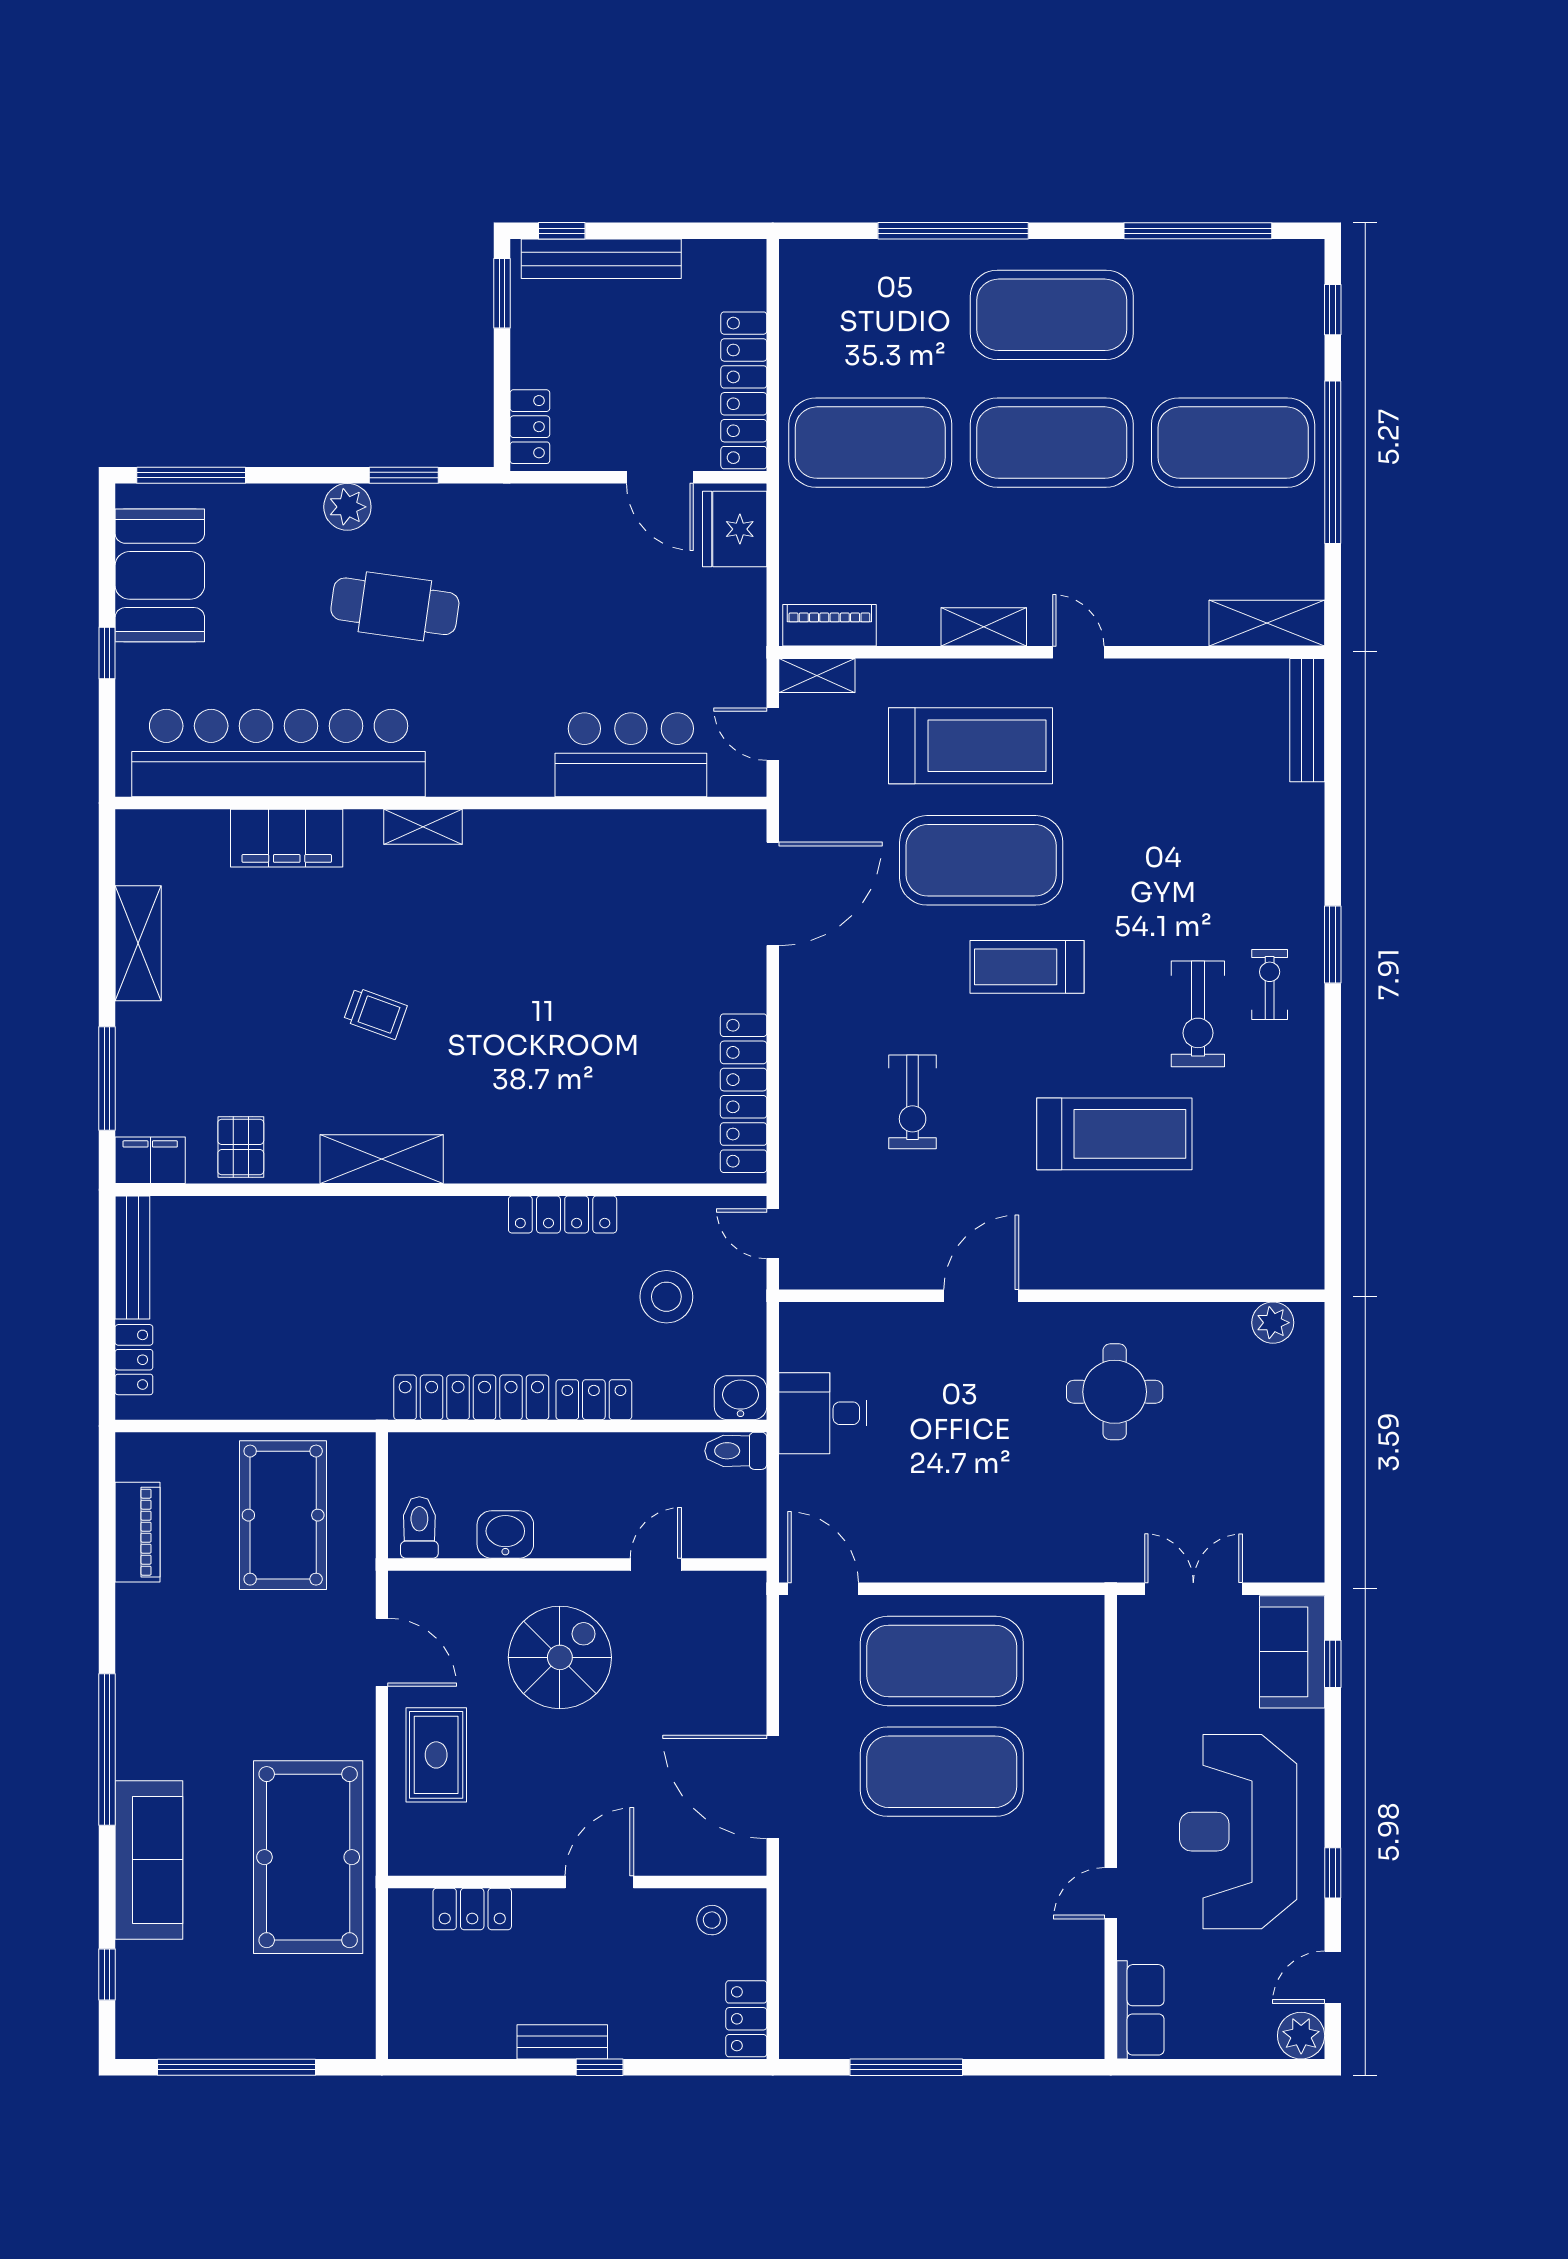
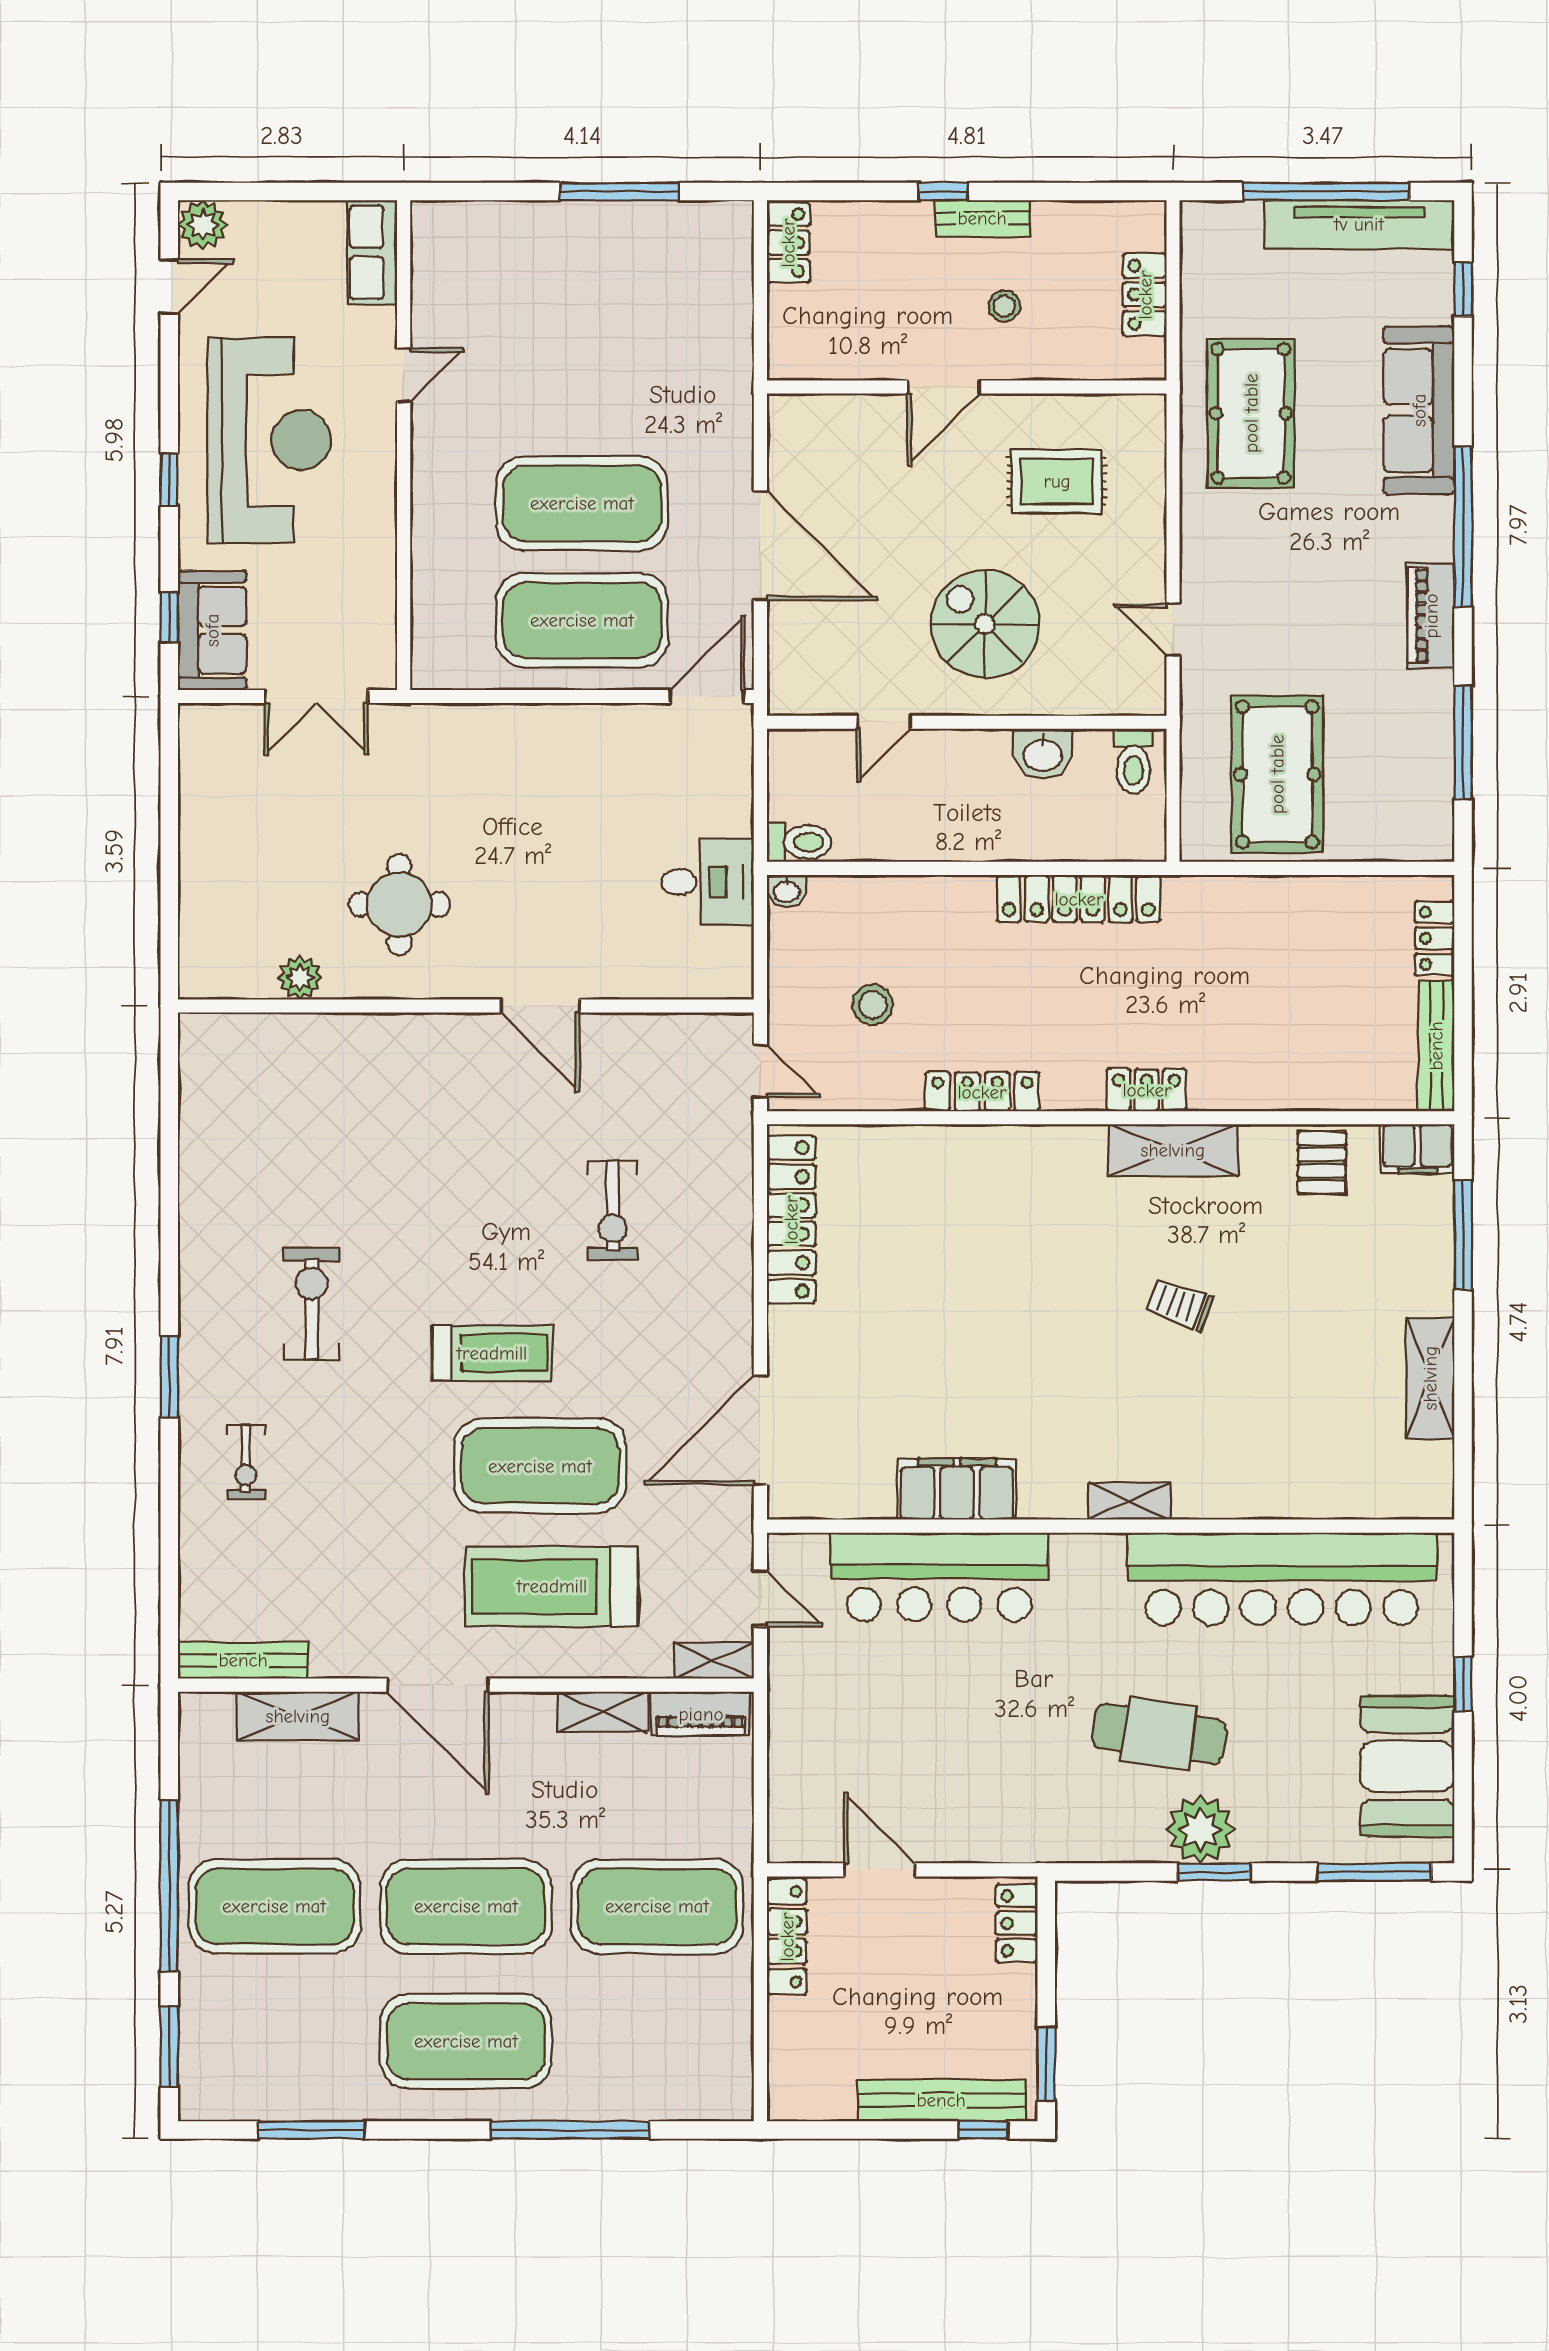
window: (1198, 231) -> (312, 2130), width x0.68
window: (1333, 310) -> (169, 2047), width x1.50
locker: (744, 390) -> (787, 1937), width x0.71, depth x0.83
window: (404, 475) -> (1214, 1872), moved
plant: (347, 507) -> (1200, 1830), width x1.36, depth x1.36
fridge: (735, 529) -> (801, 1815), removed
shelving: (1267, 623) -> (298, 1716), moved
shelving: (984, 627) -> (603, 1712), moved
door: (1078, 652) -> (438, 1685), width x1.88
bench: (1307, 720) -> (243, 1660), moved, turned 90
bar counter: (631, 755) -> (939, 1577), width x1.36
filing cabinet: (287, 838) -> (957, 1489), moved
exercise bike: (1270, 984) -> (246, 1462), moved
exercise bike: (913, 1102) -> (613, 1210), turned 180
treadmill: (1114, 1134) -> (400, 1177), removed
door: (981, 1296) -> (540, 1006), hinge flipped
stool: (666, 1297) -> (873, 1005), width x0.73, depth x0.73
plant: (1273, 1323) -> (300, 978), moved
washbasin: (740, 1398) -> (787, 891), width x0.72, depth x0.69
locker: (594, 1400) -> (1147, 1090), moved, turned 180
piano: (138, 1532) -> (1431, 616), moved
window: (107, 1545) -> (1463, 742), added
door: (823, 1589) -> (707, 697), swing flipped
door: (382, 1652) -> (1173, 630), width x0.73
spiral stairs: (560, 1657) -> (985, 624), turned 90
rug: (436, 1755) -> (1057, 481), moved, turned 90
door: (773, 1787) -> (760, 545), moved
pool table: (308, 1857) -> (1251, 413), width x0.73, depth x0.76
window: (1333, 1873) -> (169, 480), moved
locker: (472, 1909) -> (1145, 295), moved, turned -90
stool: (712, 1920) -> (1004, 306), moved
tv unit: (205, 2036) -> (1359, 224), added

